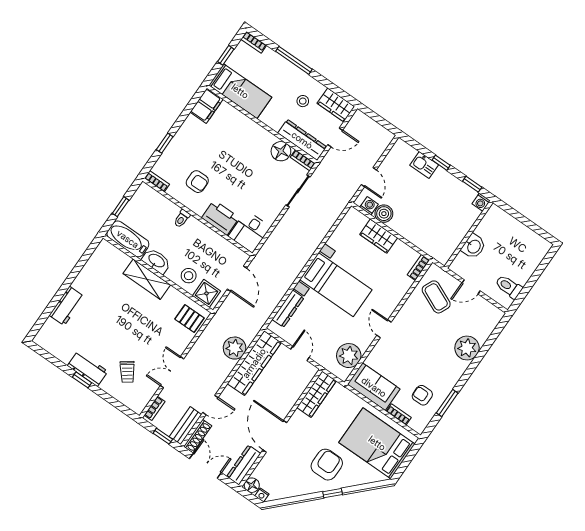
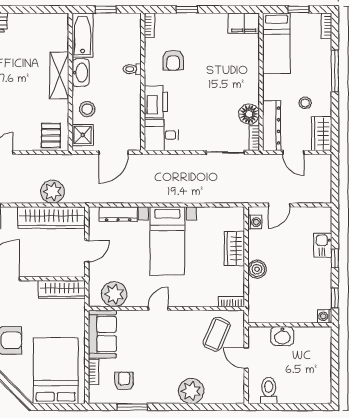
boiler: (384, 214) -> (257, 269), moved

